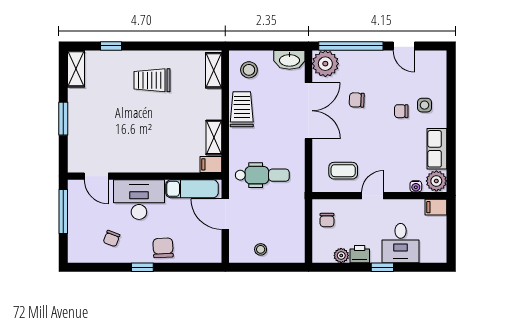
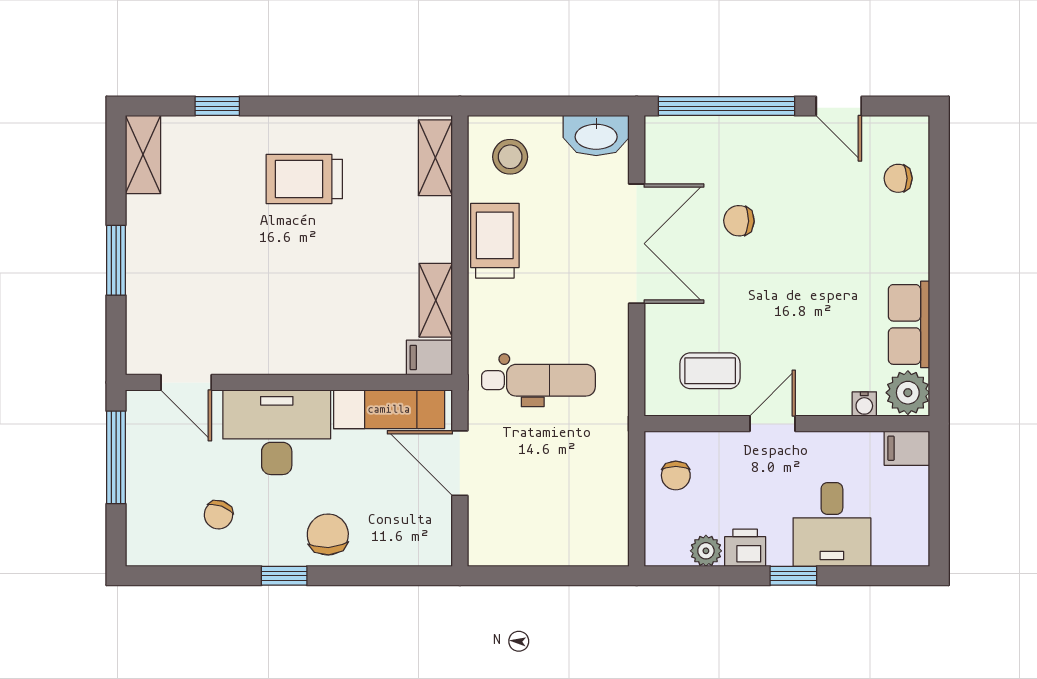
plant: (325, 64) -> (672, 144), removed
side table: (425, 105) -> (883, 232), removed
chair: (401, 111) -> (898, 178), moved
stool: (261, 249) -> (535, 538), removed

